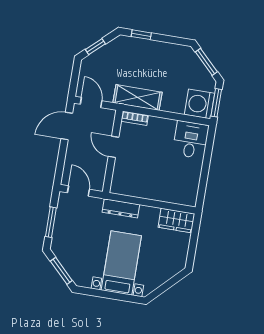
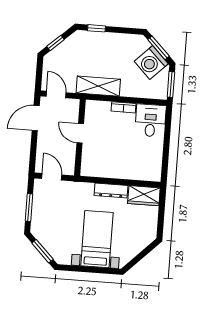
washing machine: (200, 104) -> (151, 63), moved, turned -45
bookcase: (135, 118) -> (123, 107), moved
dresser: (121, 208) -> (111, 191), moved

